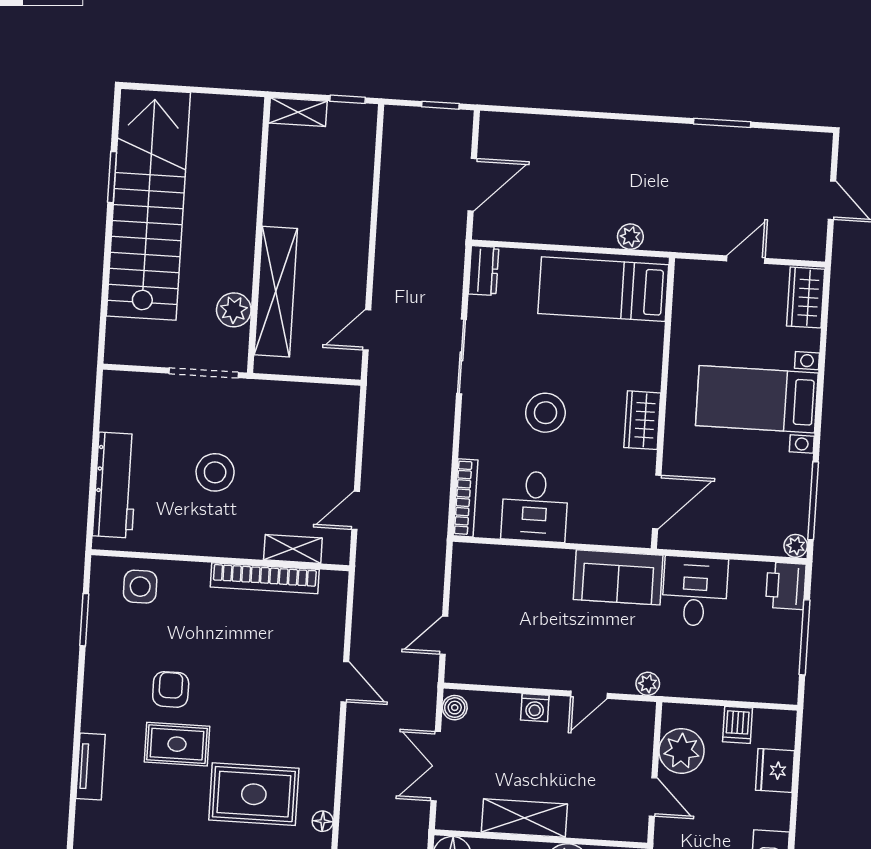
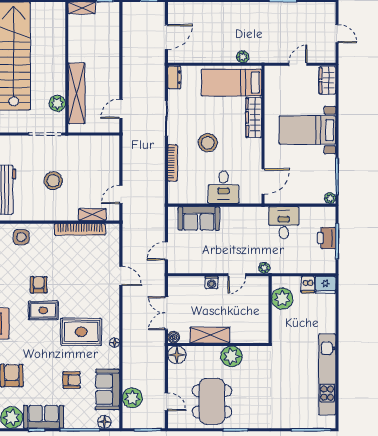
wardrobe: (642, 420) -> (254, 118), moved, width x1.50
bookcase: (466, 498) -> (172, 163), moved
desk: (535, 506) -> (223, 187), moved
sofa: (618, 577) -> (199, 218), moved
printer: (786, 586) -> (327, 238), moved
boiler: (455, 708) -> (174, 337), moved
fridge: (775, 770) -> (326, 285), moved, turned -90
door: (653, 797) -> (270, 321), removed

